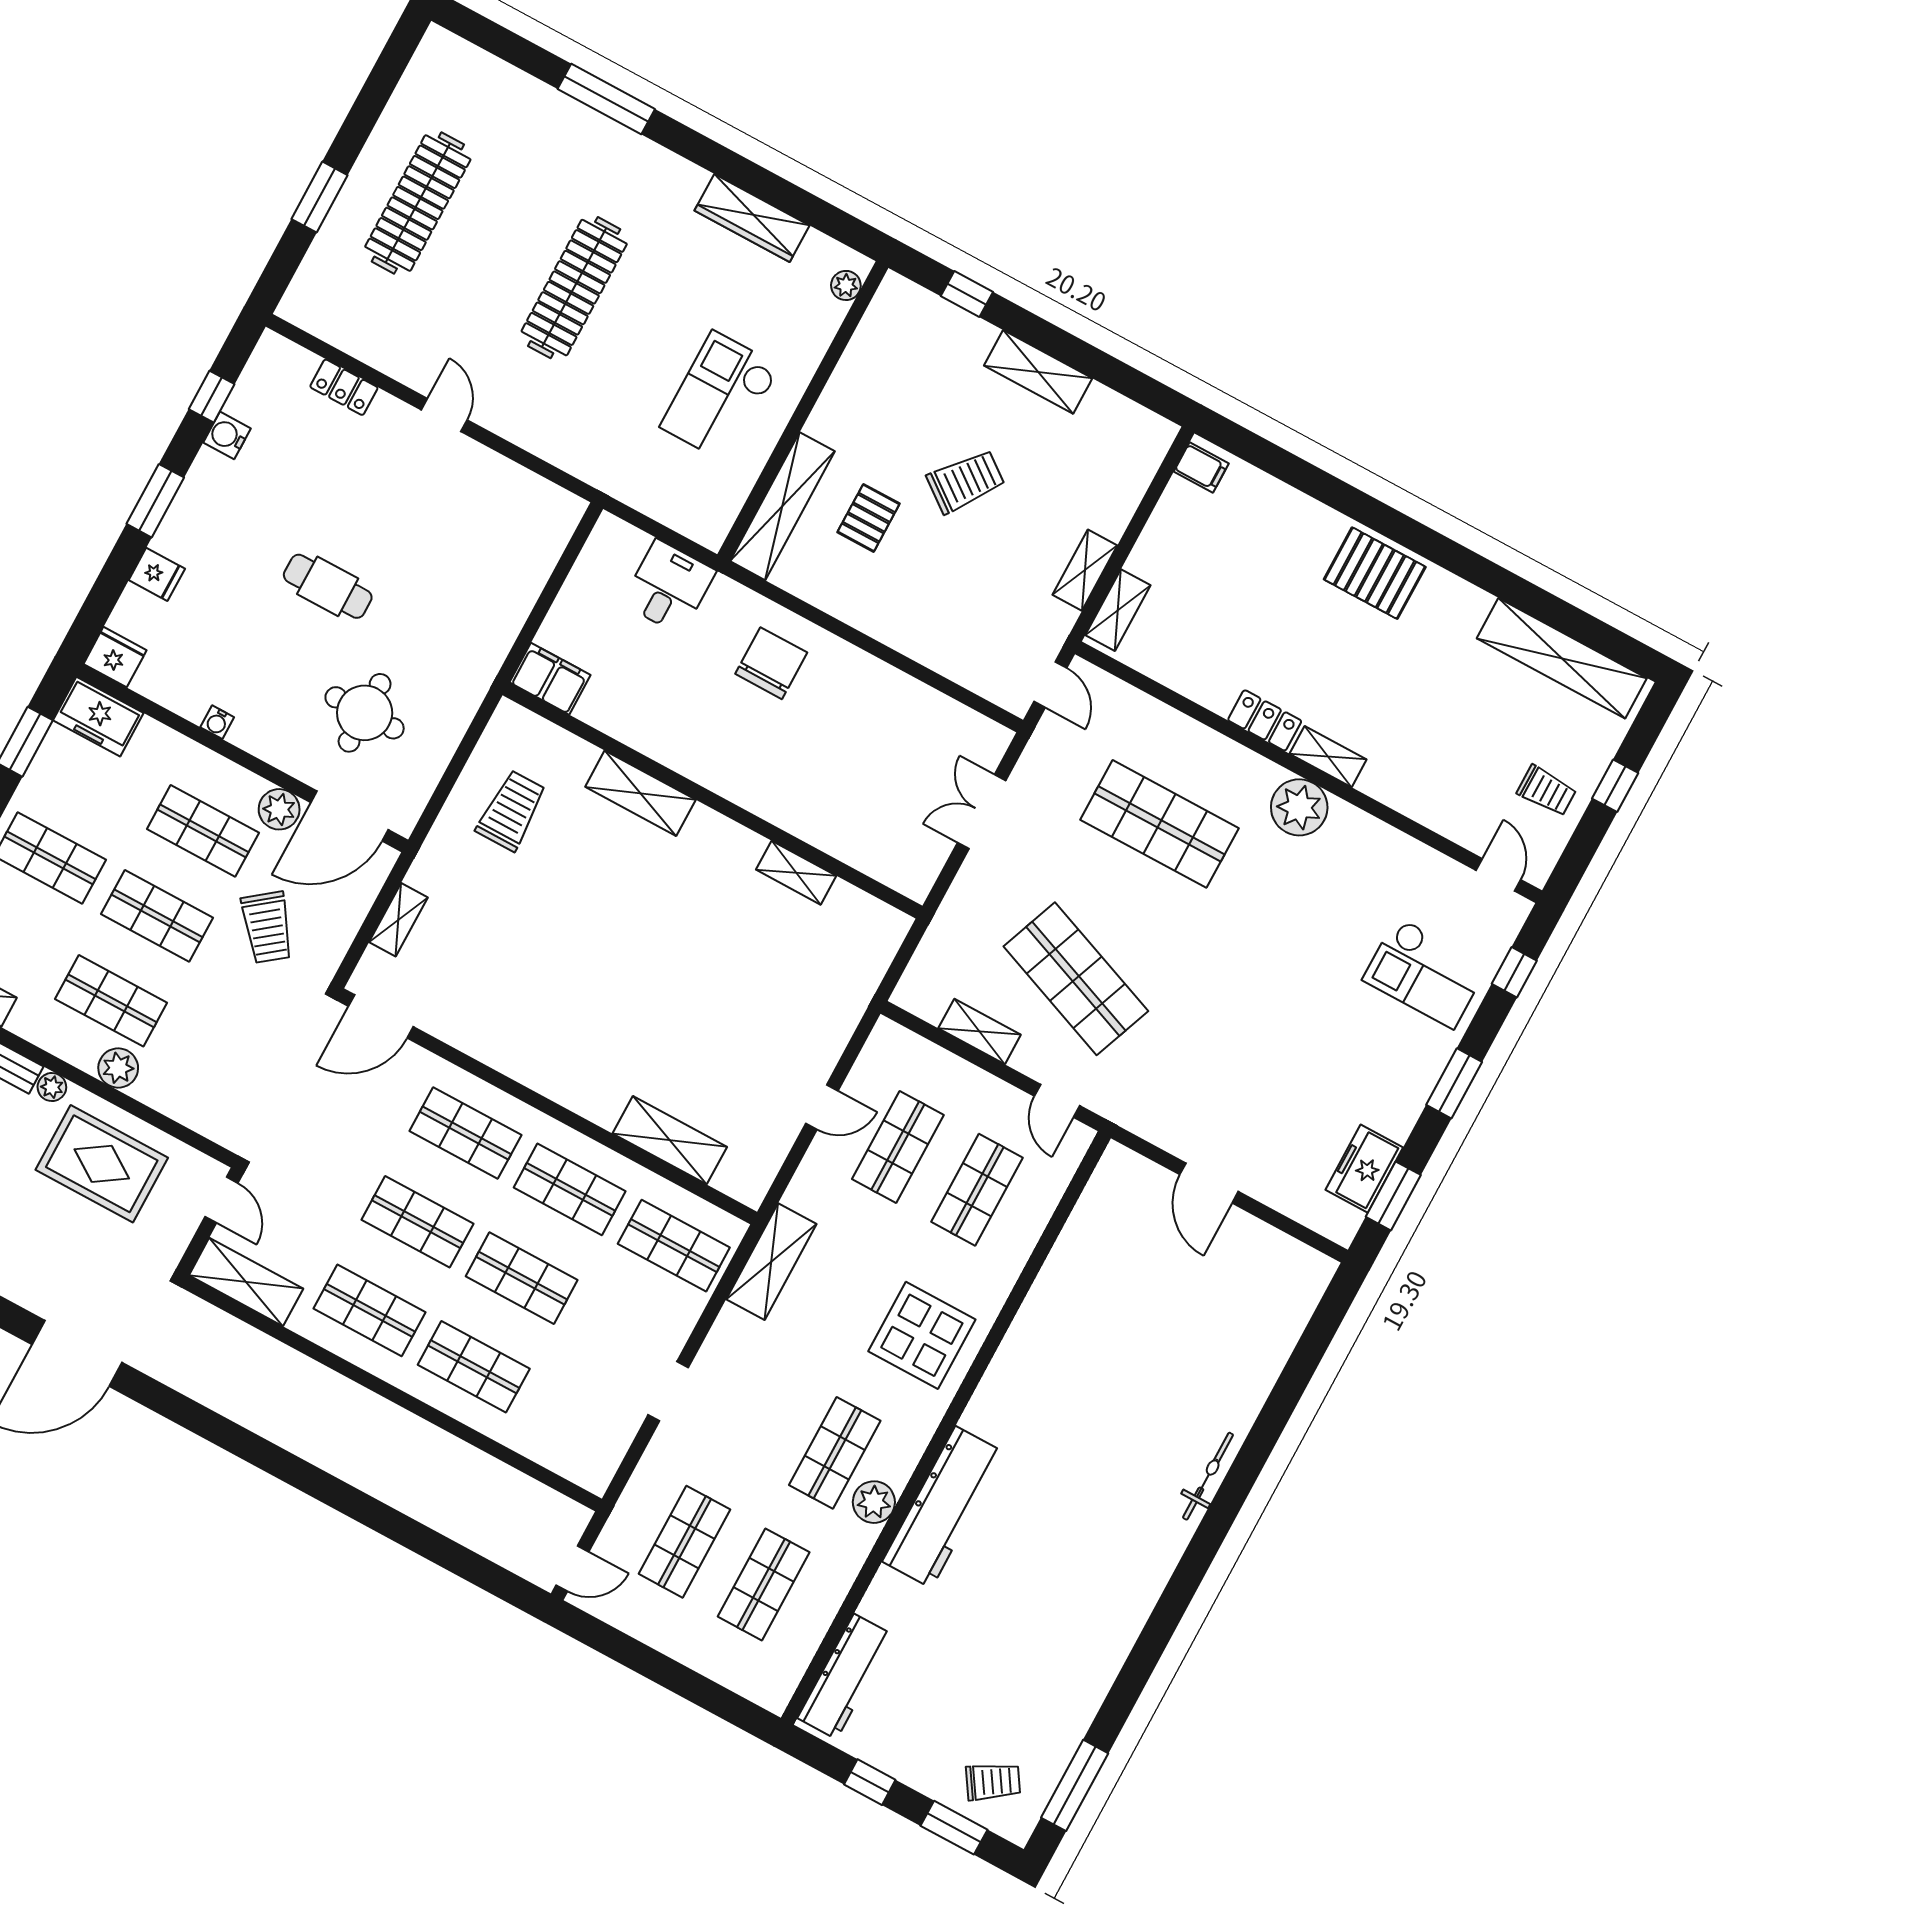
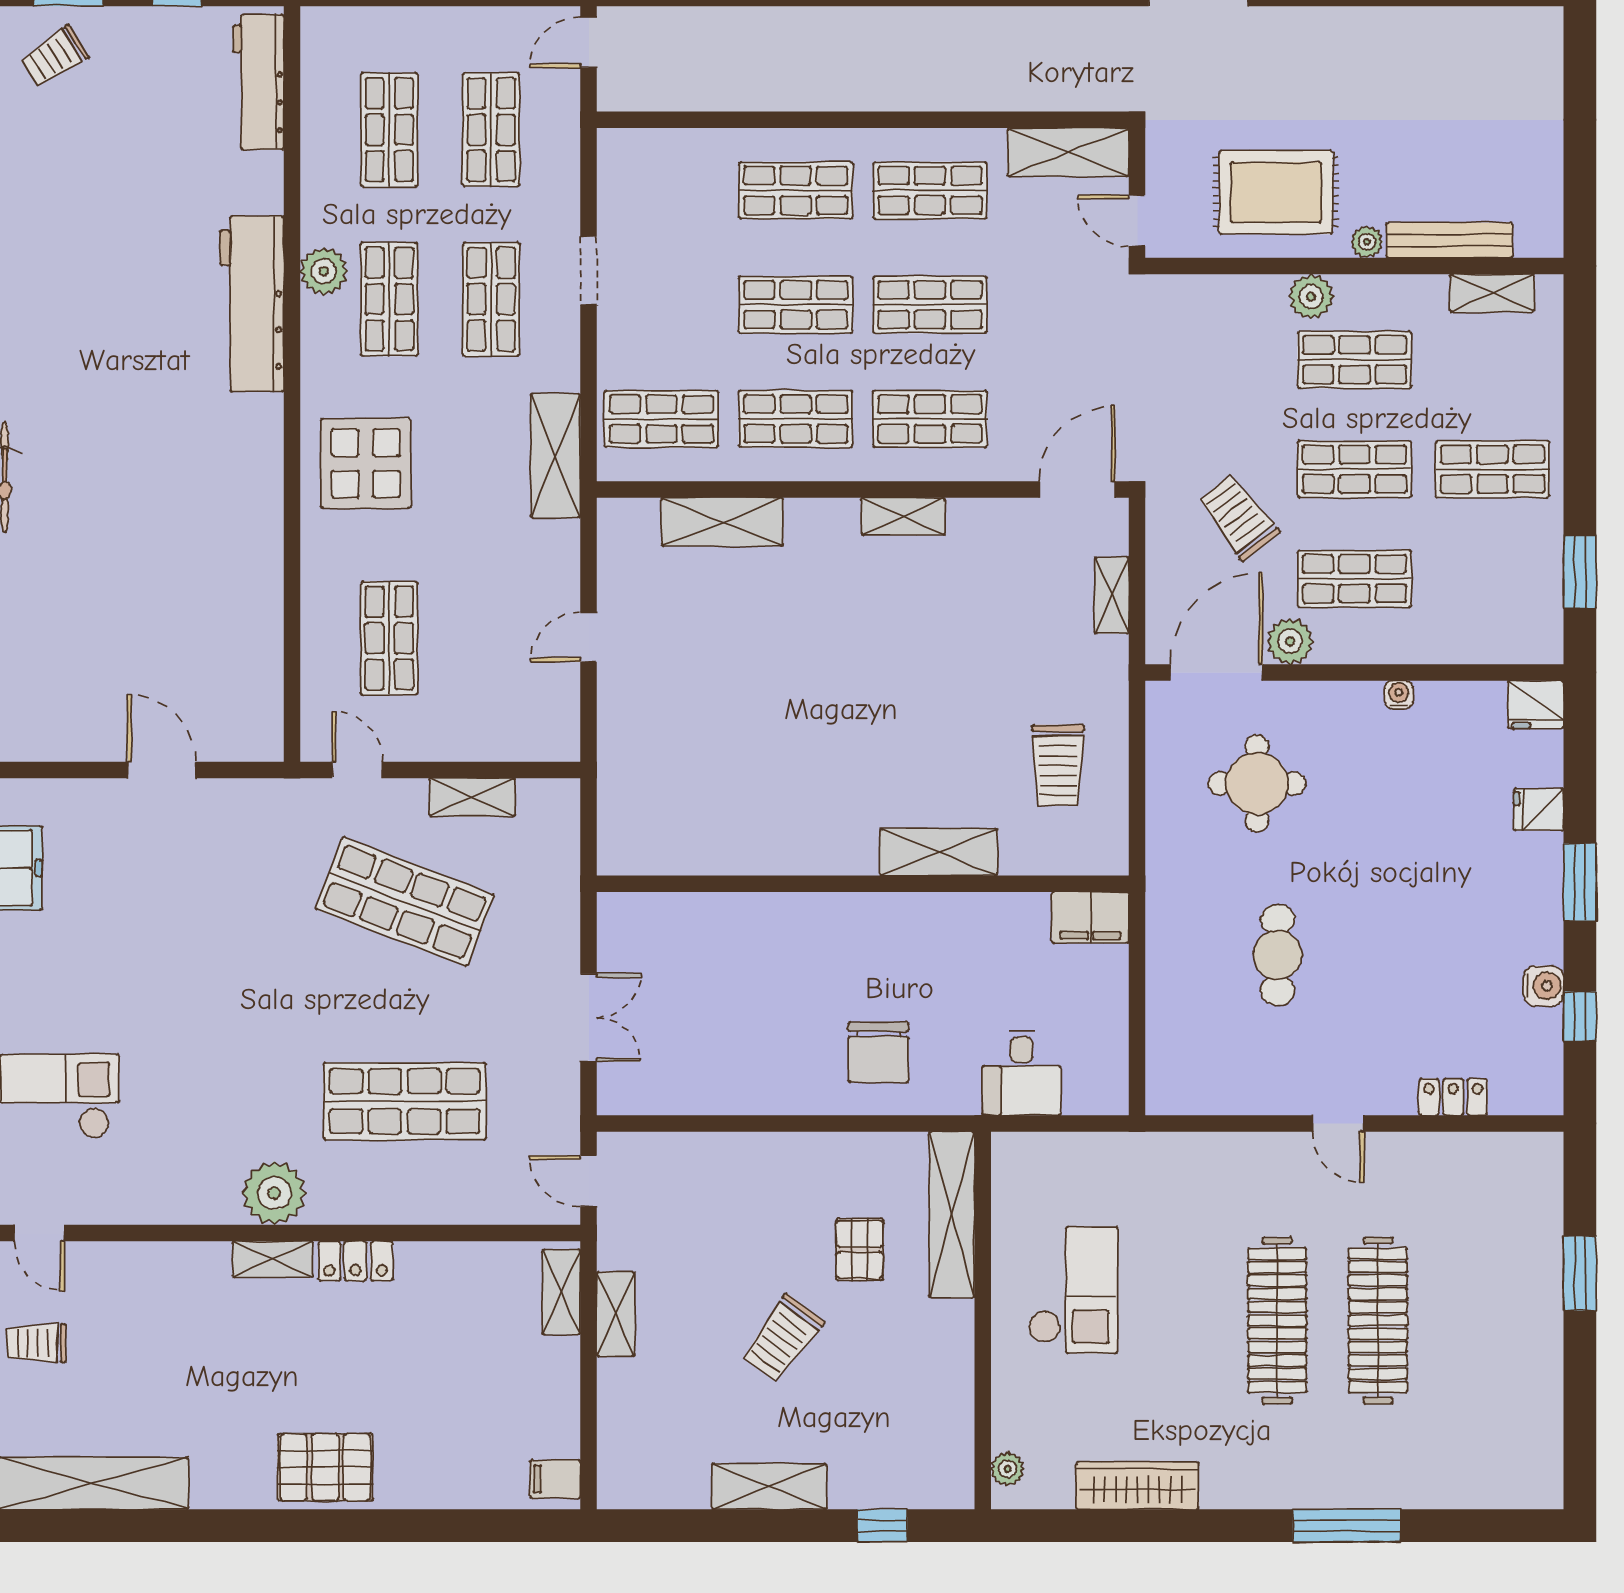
clothes rail: (418, 203) -> (1378, 1320), moved
cafe table: (328, 586) -> (1278, 955), moved, turned 90
freezer: (98, 717) -> (1520, 636), removed
shelving: (796, 873) -> (903, 516), moved
shop shelf: (898, 1147) -> (491, 299), moved

